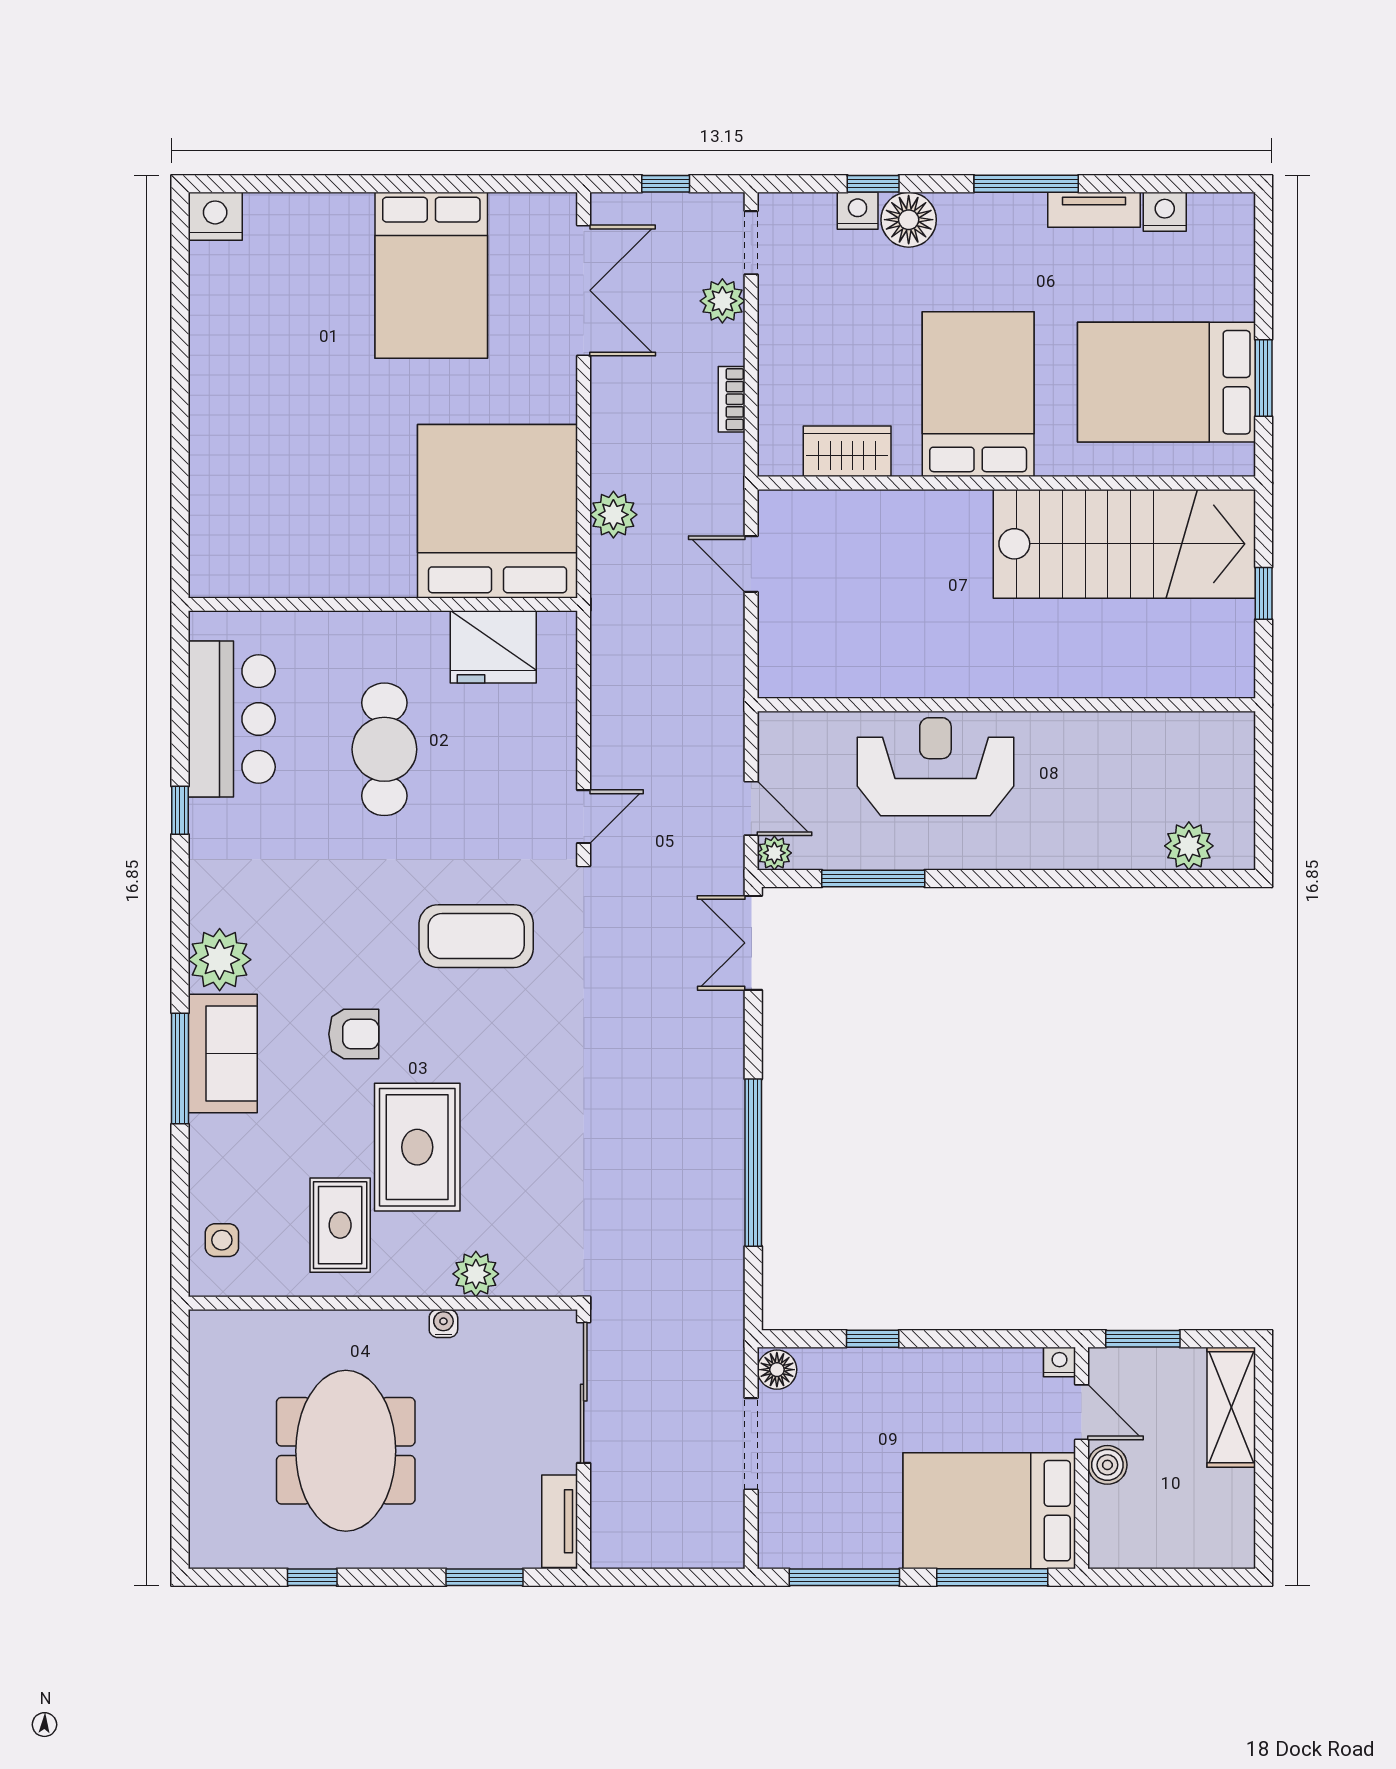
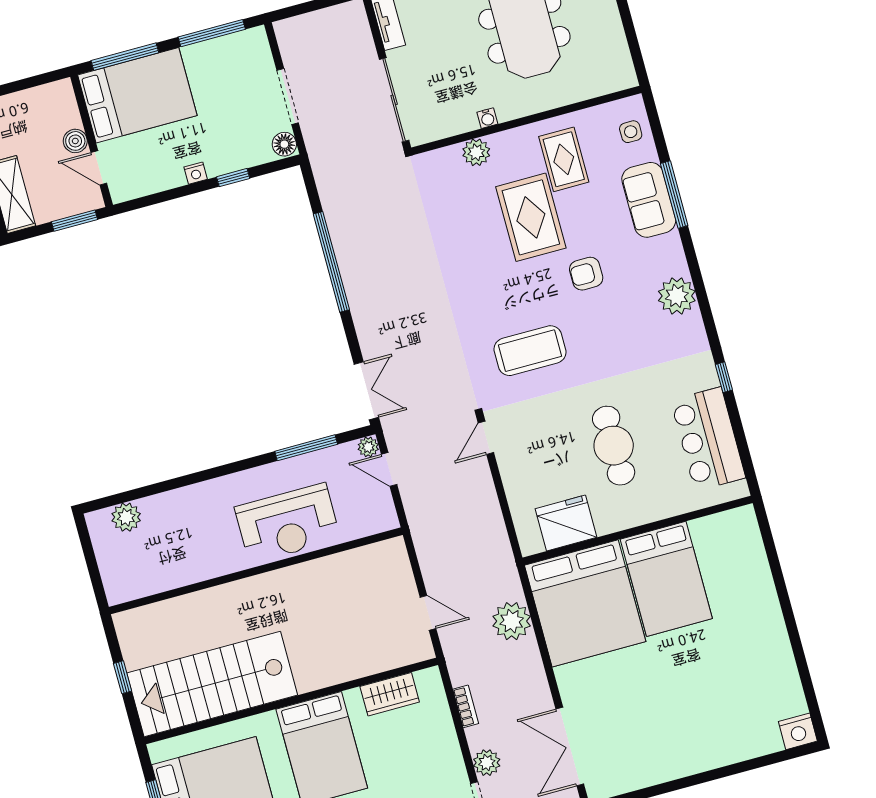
bed: (431, 275) -> (666, 579), moved, turned 180
plant: (613, 515) -> (512, 621), width x1.36, depth x1.36
sofa: (223, 1054) -> (649, 200), moved
window: (180, 1068) -> (674, 194), moved
nightstand: (1059, 1362) -> (196, 173), moved

